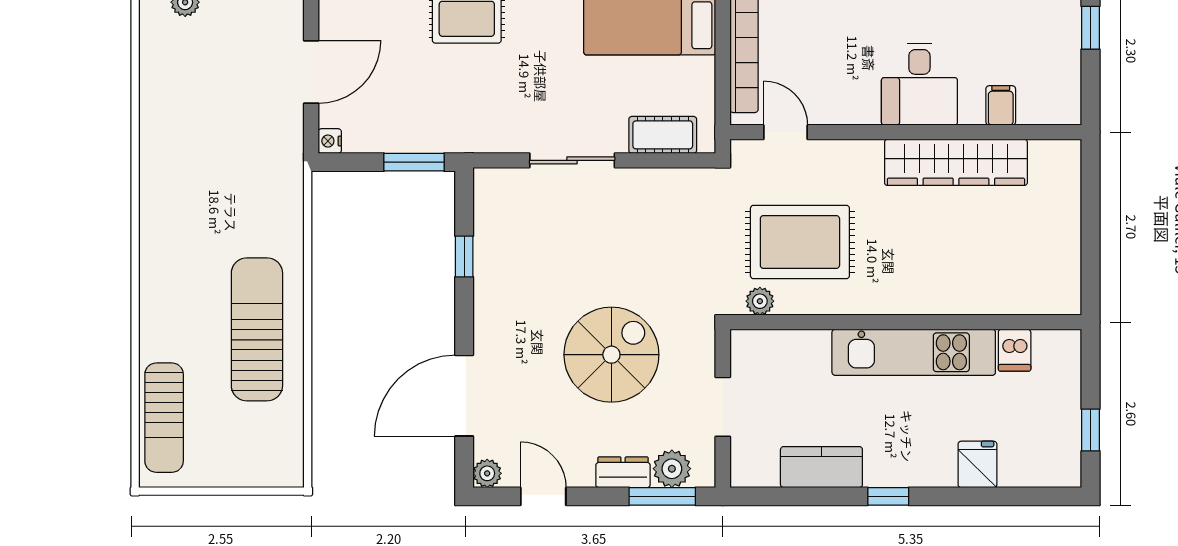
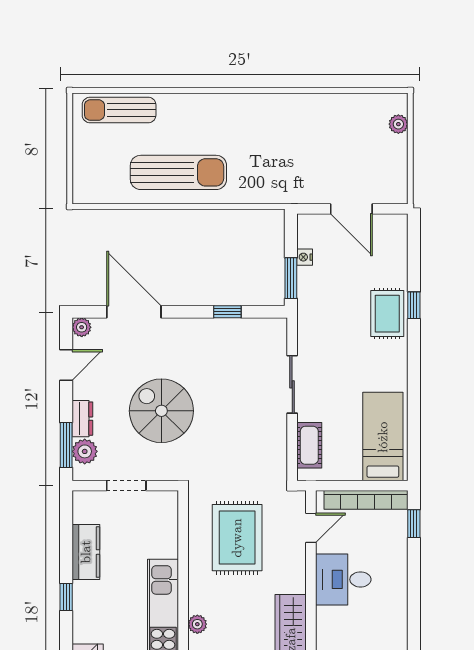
desk: (919, 84) -> (343, 579), moved
nightstand: (330, 141) -> (305, 257), moved, turned -90
plant: (760, 301) -> (197, 624), moved
spiral stairs: (611, 355) -> (161, 411), turned 180

